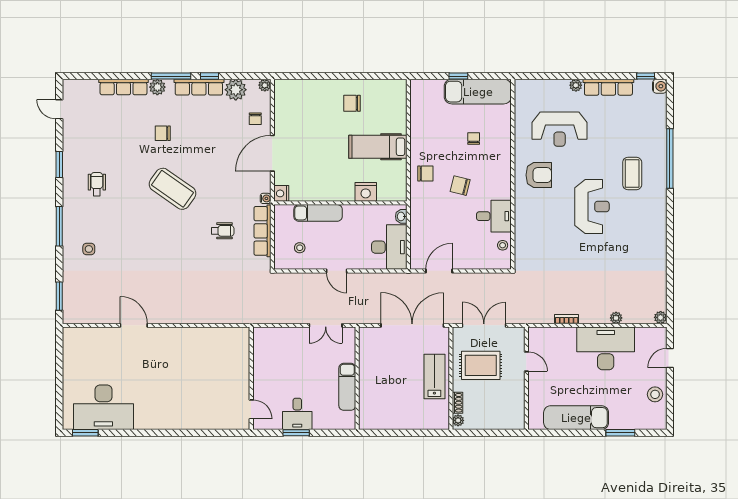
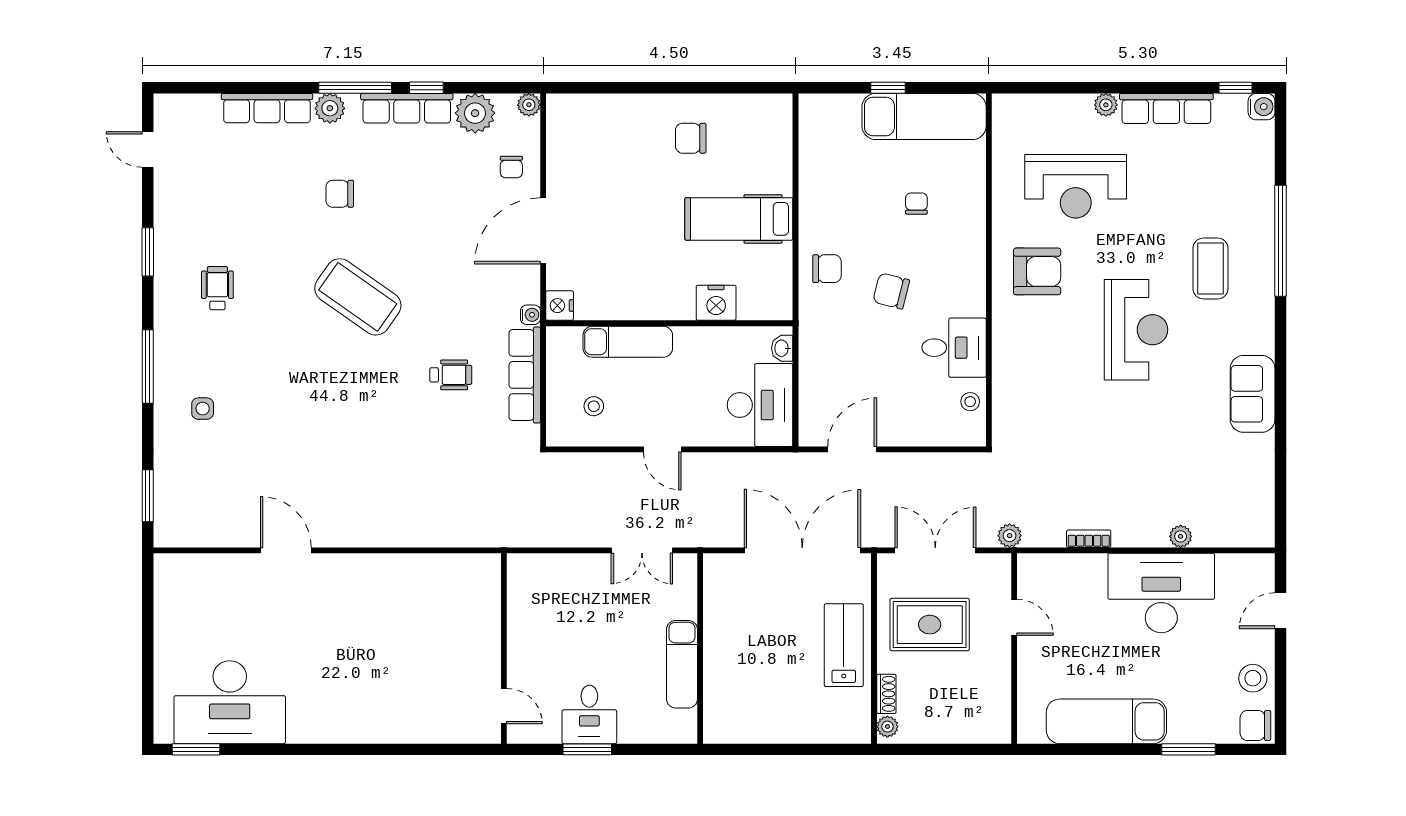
sofa: (655, 241) -> (1253, 394), added
plant: (661, 317) -> (1010, 536), moved
chair: (656, 420) -> (1255, 726), added

